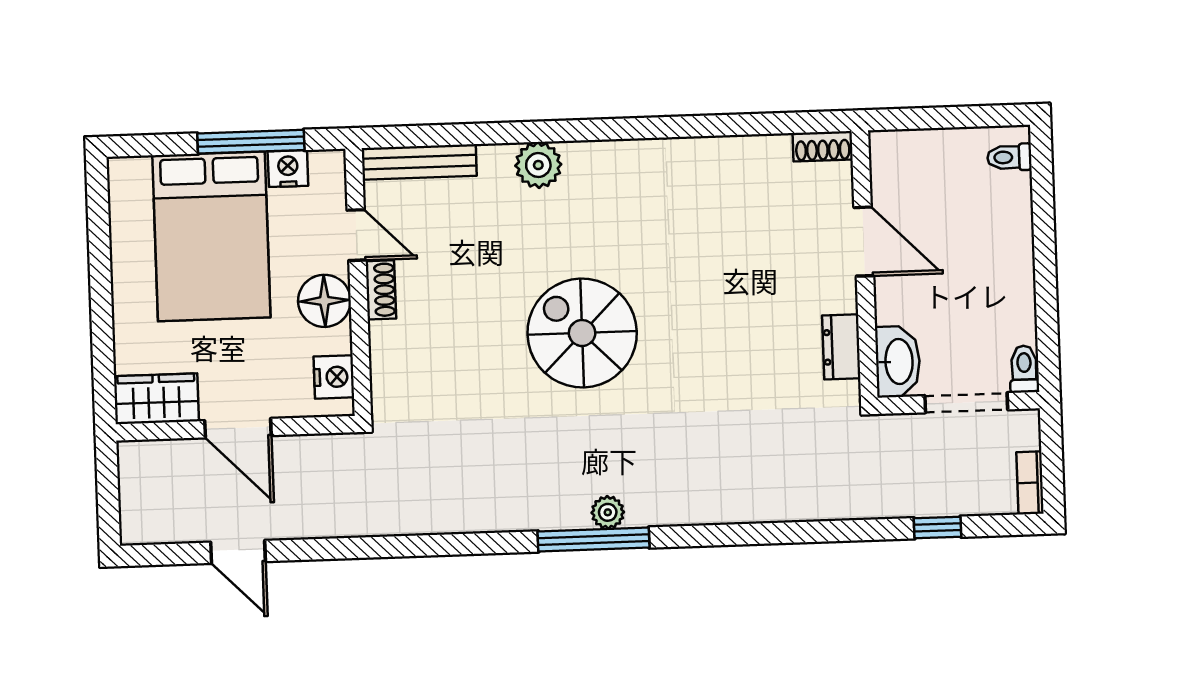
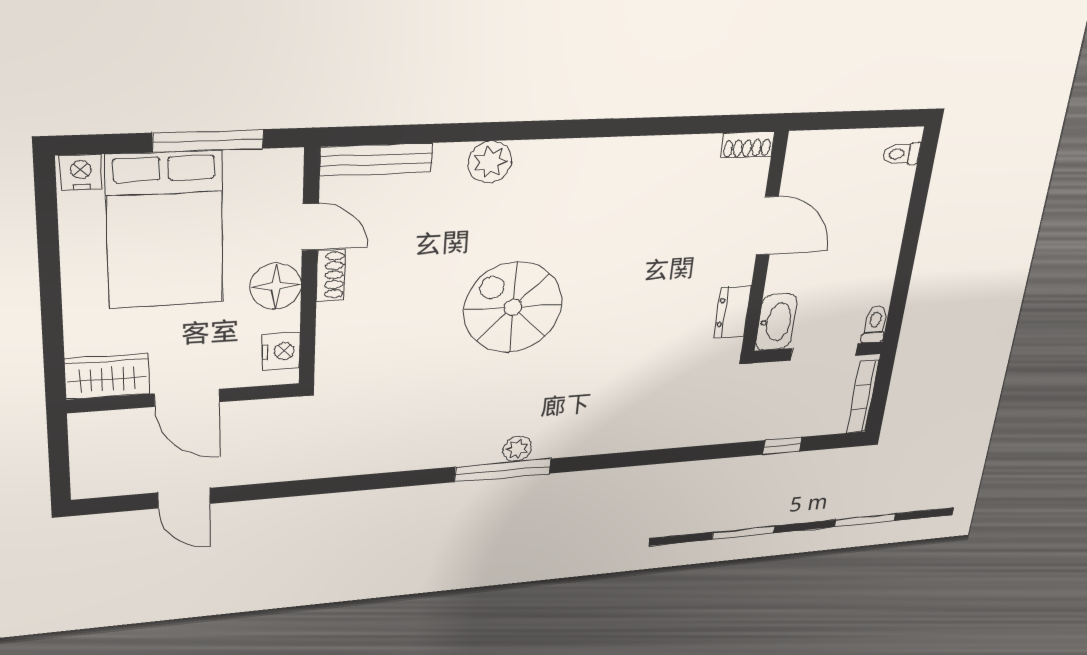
nightstand: (288, 169) -> (81, 172), moved
bookcase: (1030, 483) -> (863, 397), width x1.56

